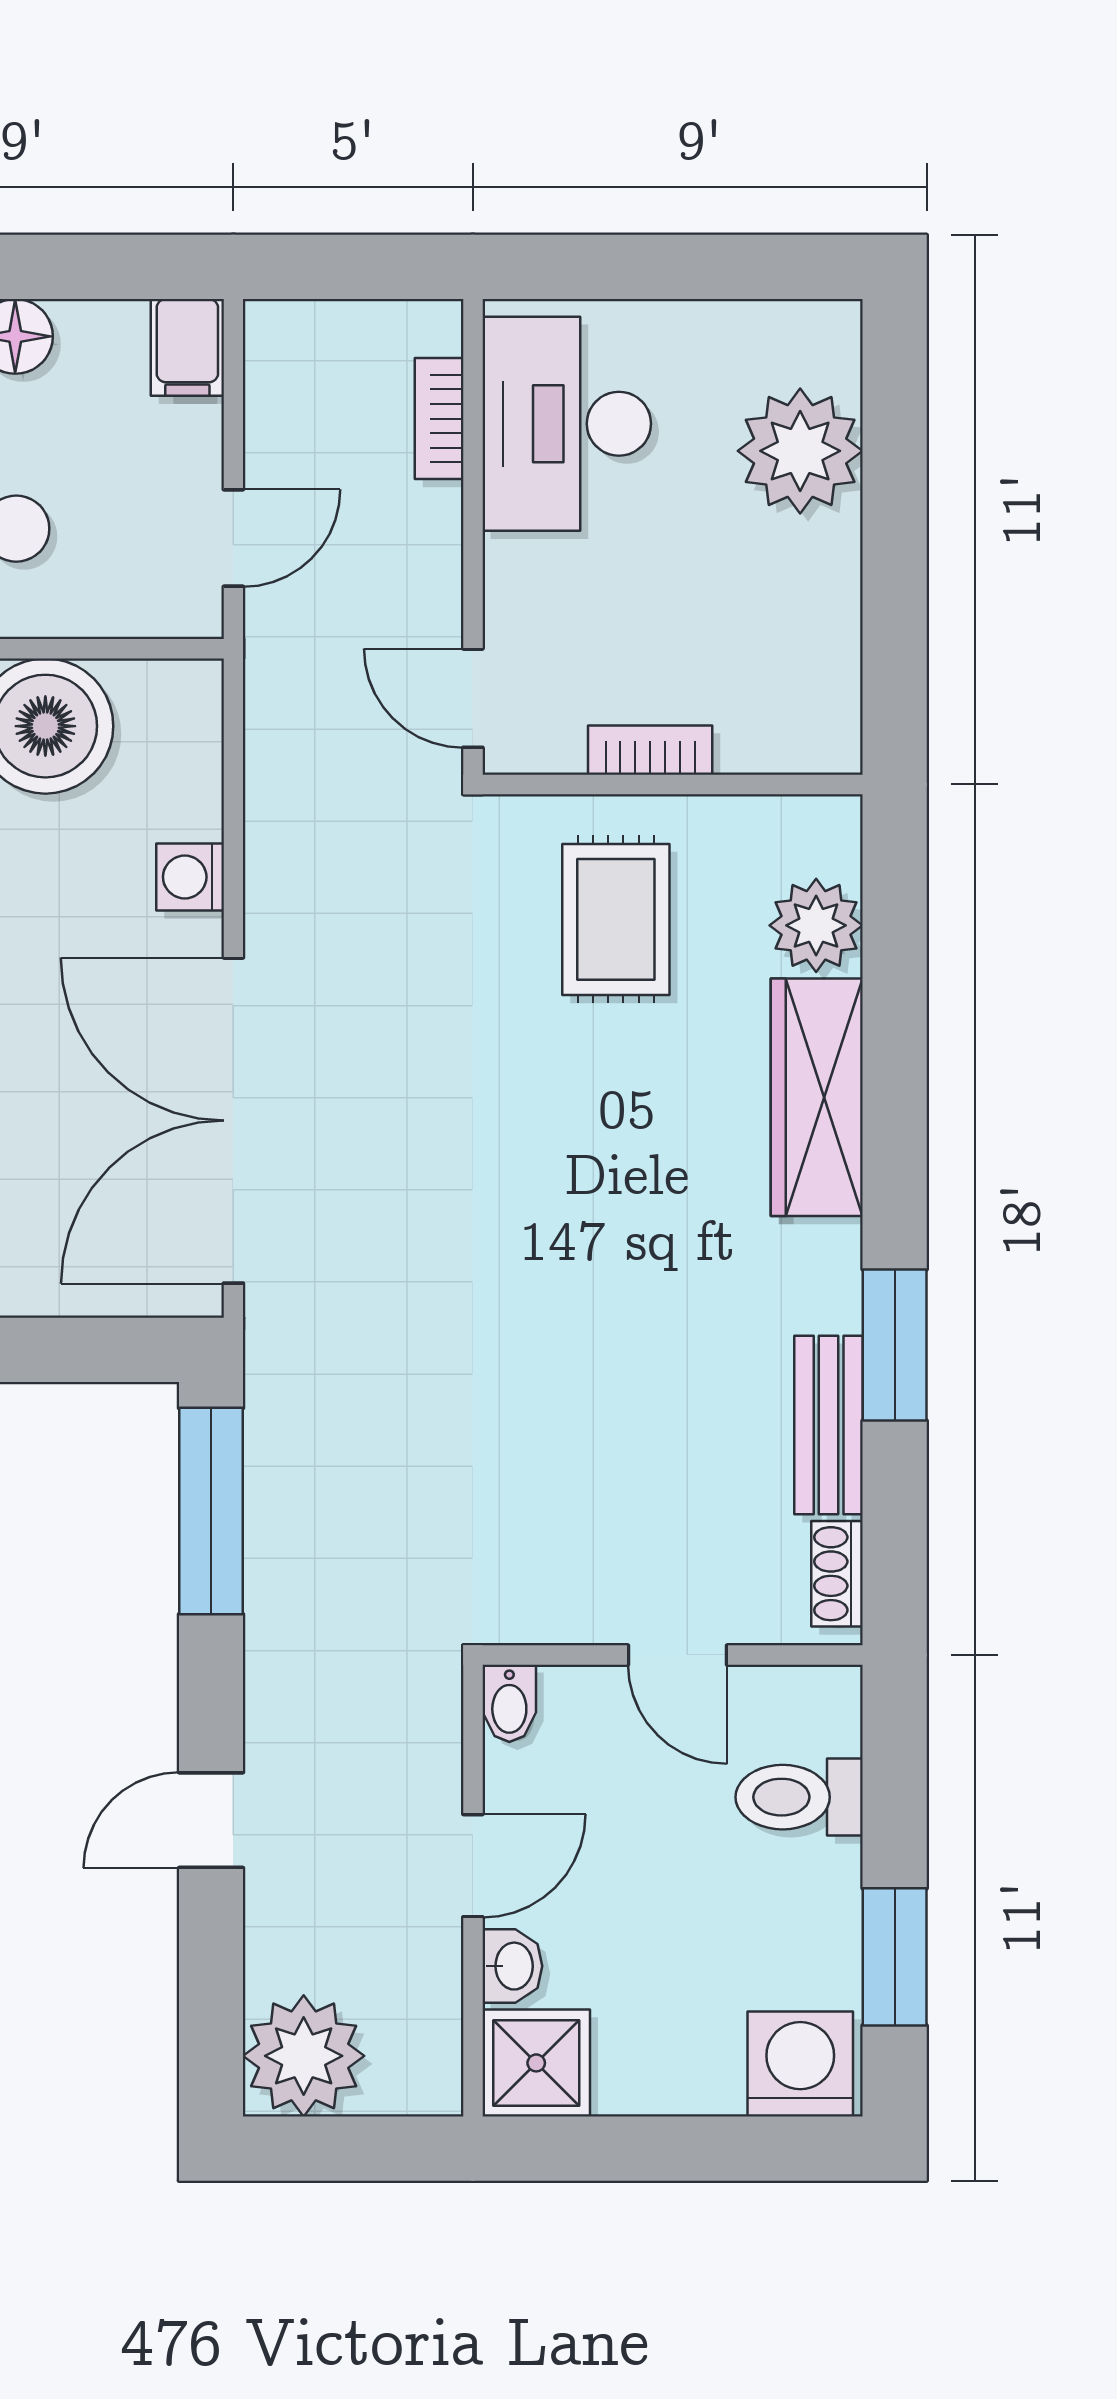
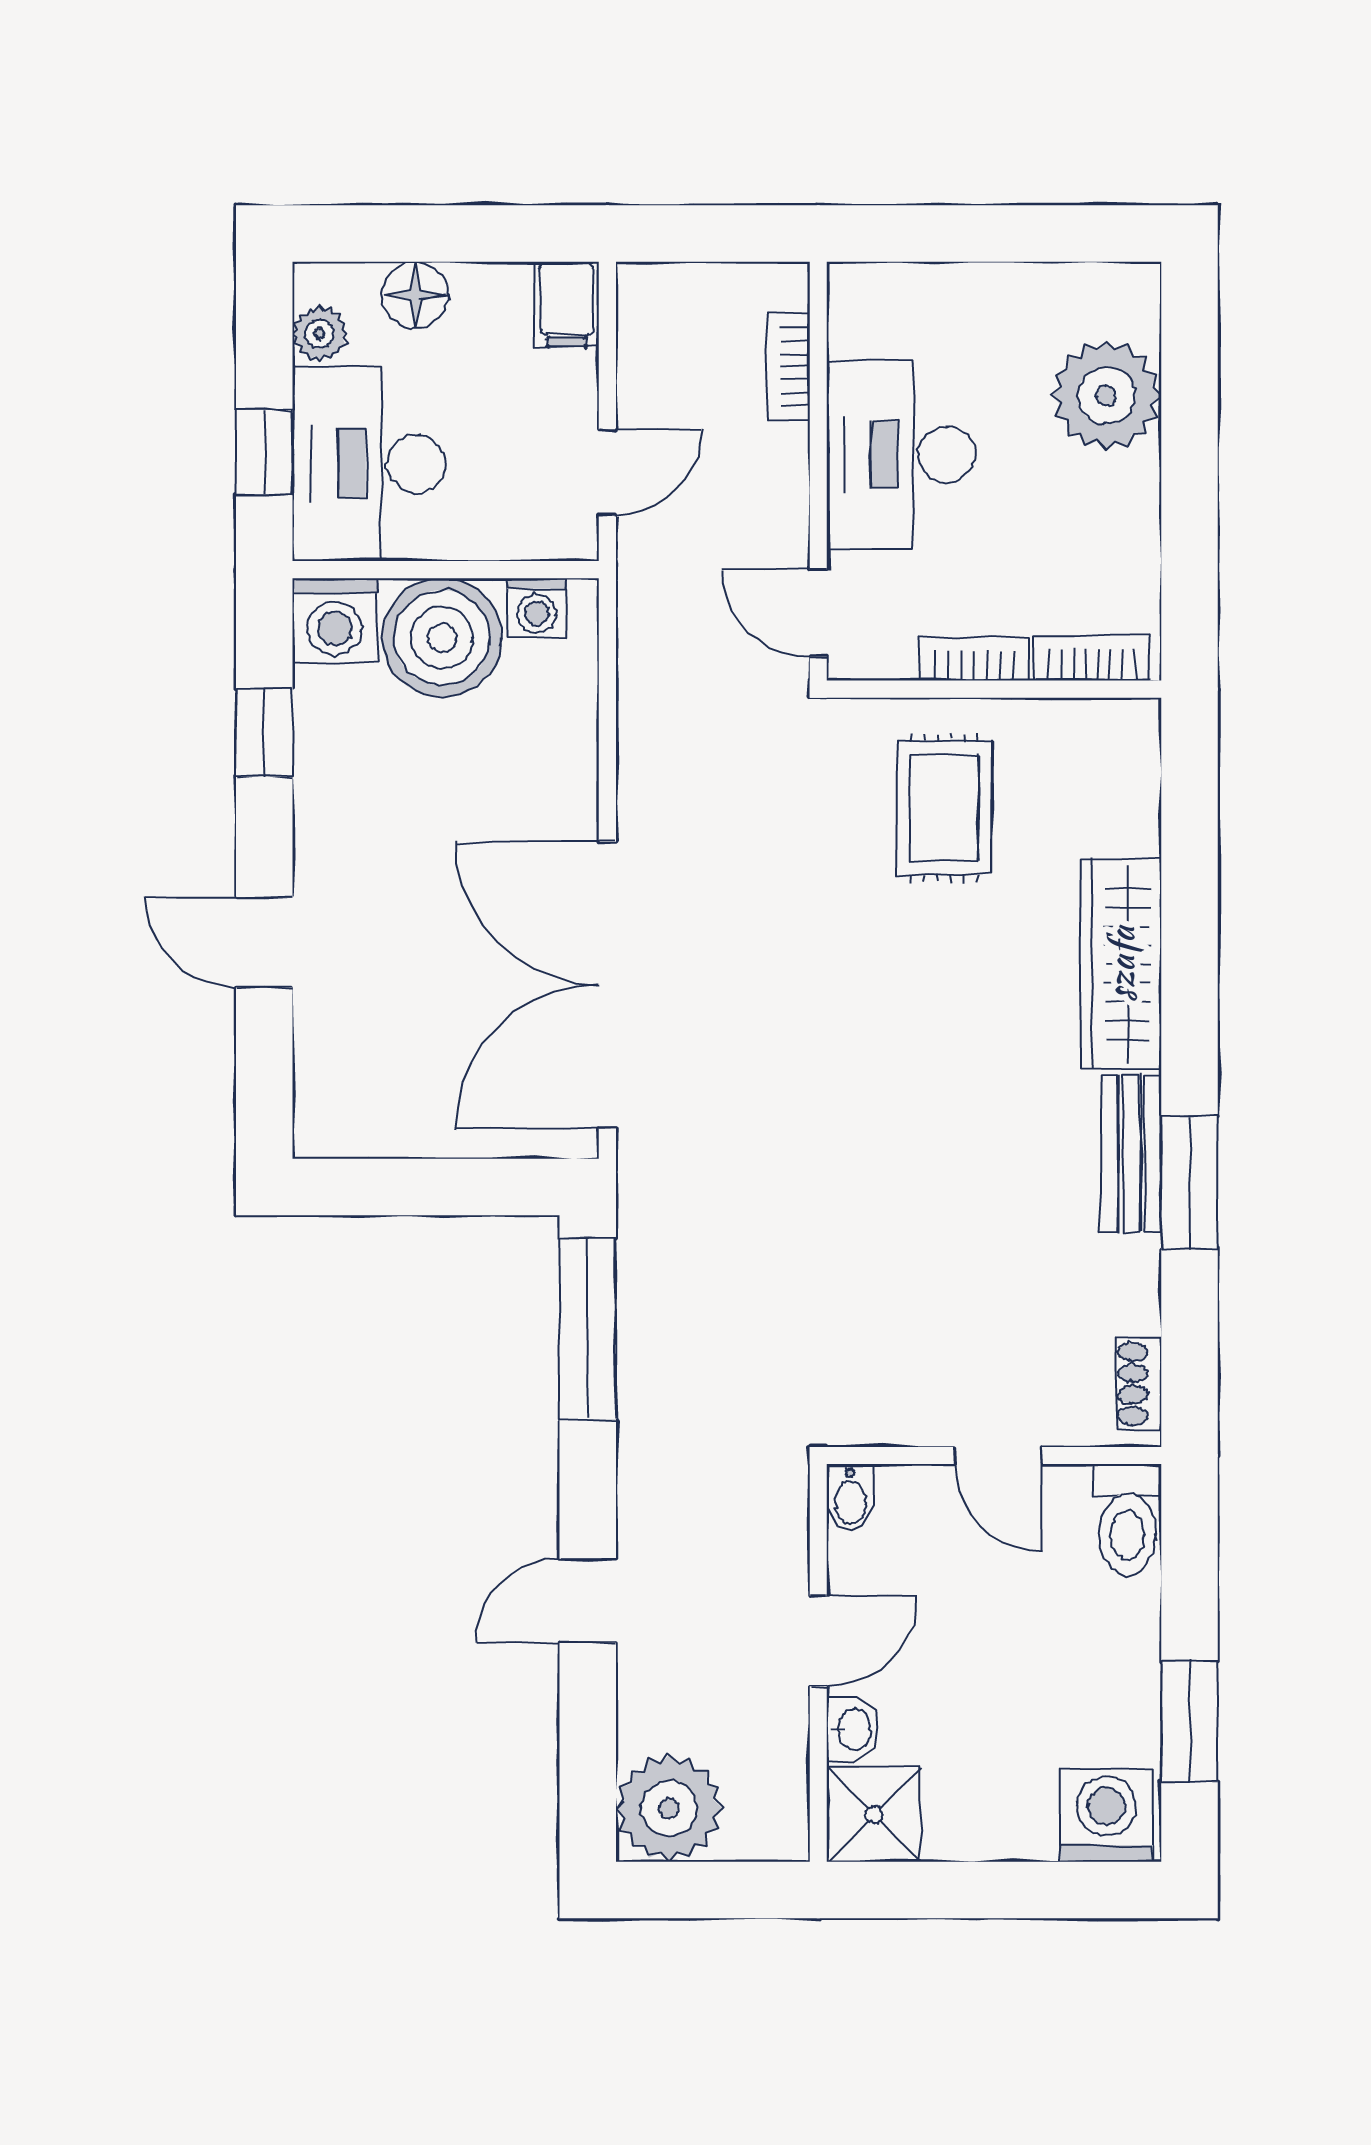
desk: (567, 424) -> (901, 455), moved
bookcase: (784, 749) -> (1092, 658), added
washing machine: (190, 877) -> (537, 608), moved, turned -90
plant: (816, 925) -> (1120, 813), removed
bench: (829, 1425) -> (1131, 1153), moved
toilet: (799, 1797) -> (1127, 1520), moved, turned -90

